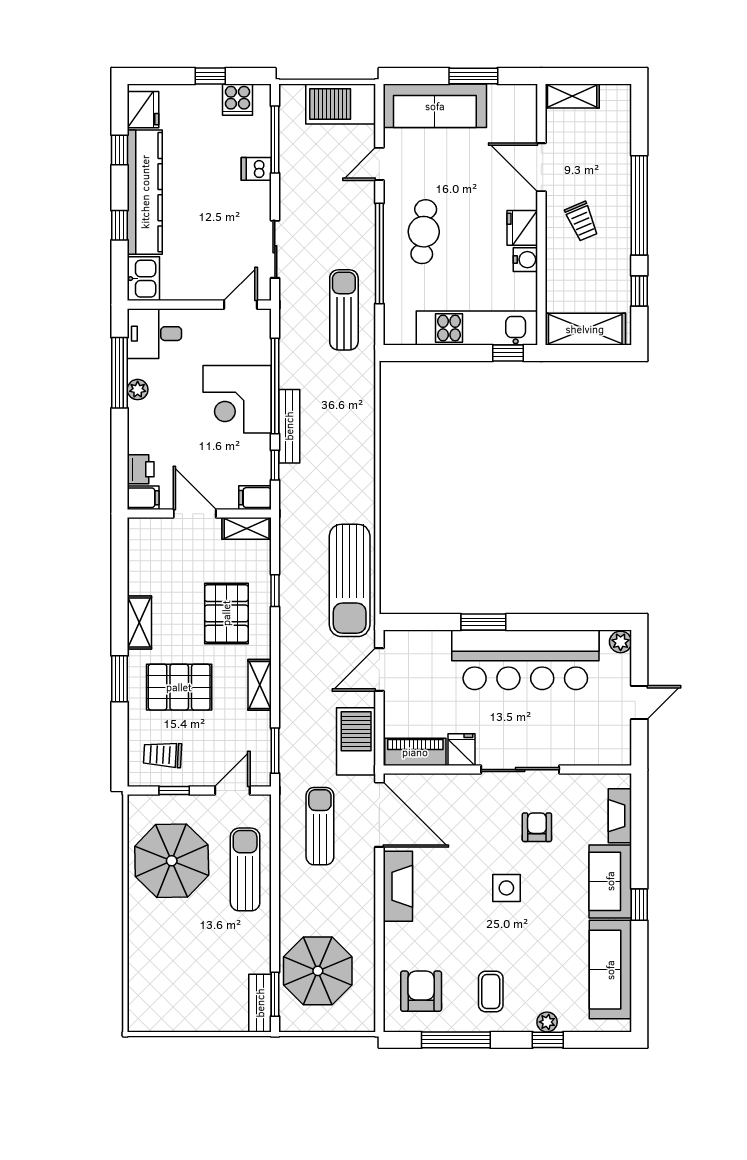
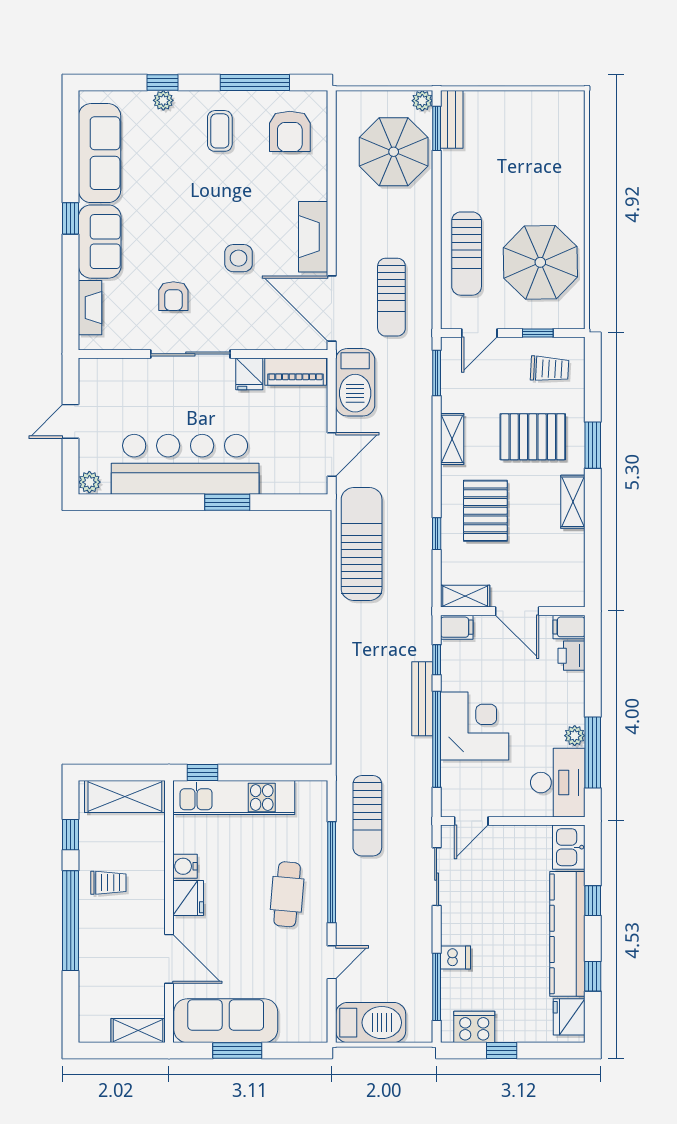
cooker: (237, 100) -> (474, 1027), width x1.36
sofa: (435, 106) -> (226, 1021), moved
trolley: (582, 221) -> (108, 883), moved, turned 113
desk: (154, 334) -> (558, 783), width x1.37
side table: (506, 888) -> (239, 258), moved
plant: (289, 1022) -> (422, 101), added

